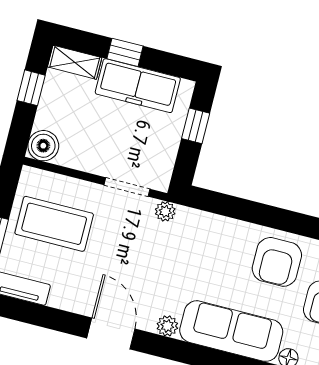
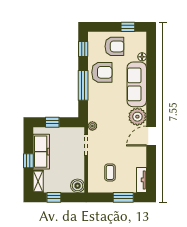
window: (259, 214) -> (83, 85), added
coffee table: (54, 224) -> (110, 172), width x0.54, depth x0.58
plant: (167, 326) -> (137, 117), width x1.88, depth x1.88

